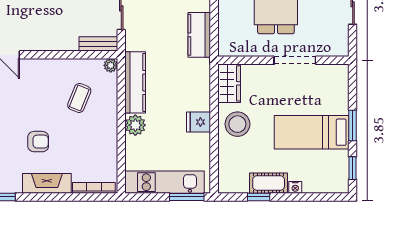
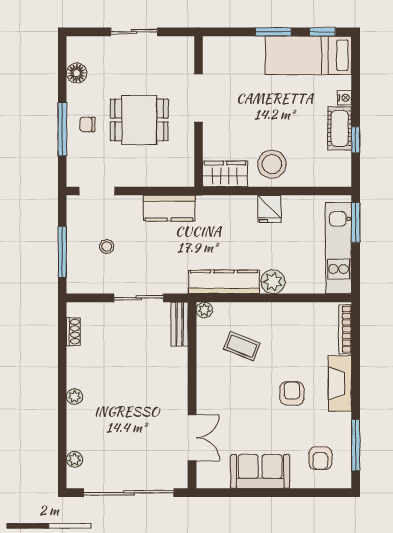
bed: (312, 132) -> (308, 55), moved, turned 90

